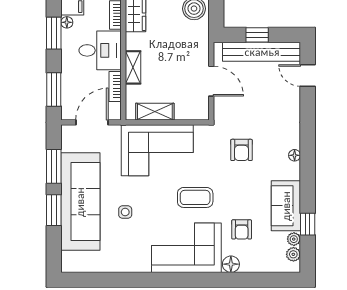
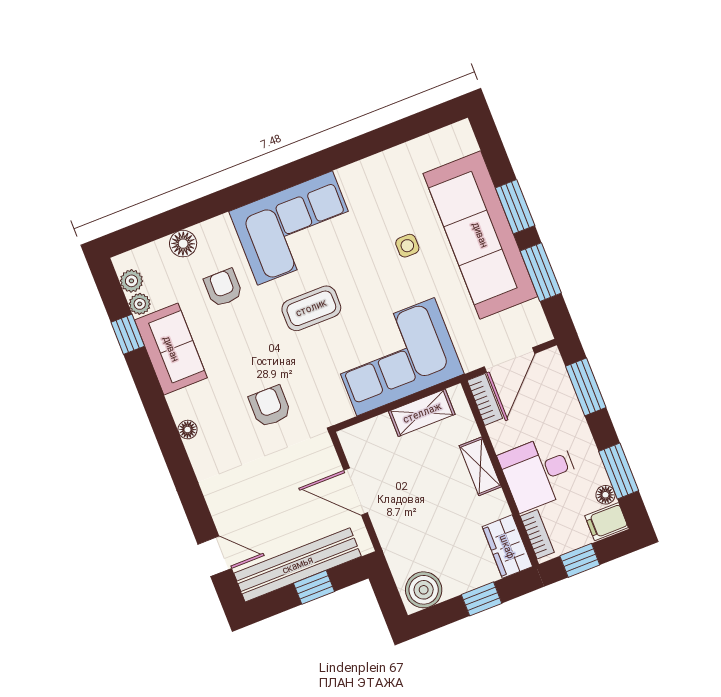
bookcase: (115, 86) -> (485, 399), moved
floor lamp: (231, 264) -> (183, 244), moved

